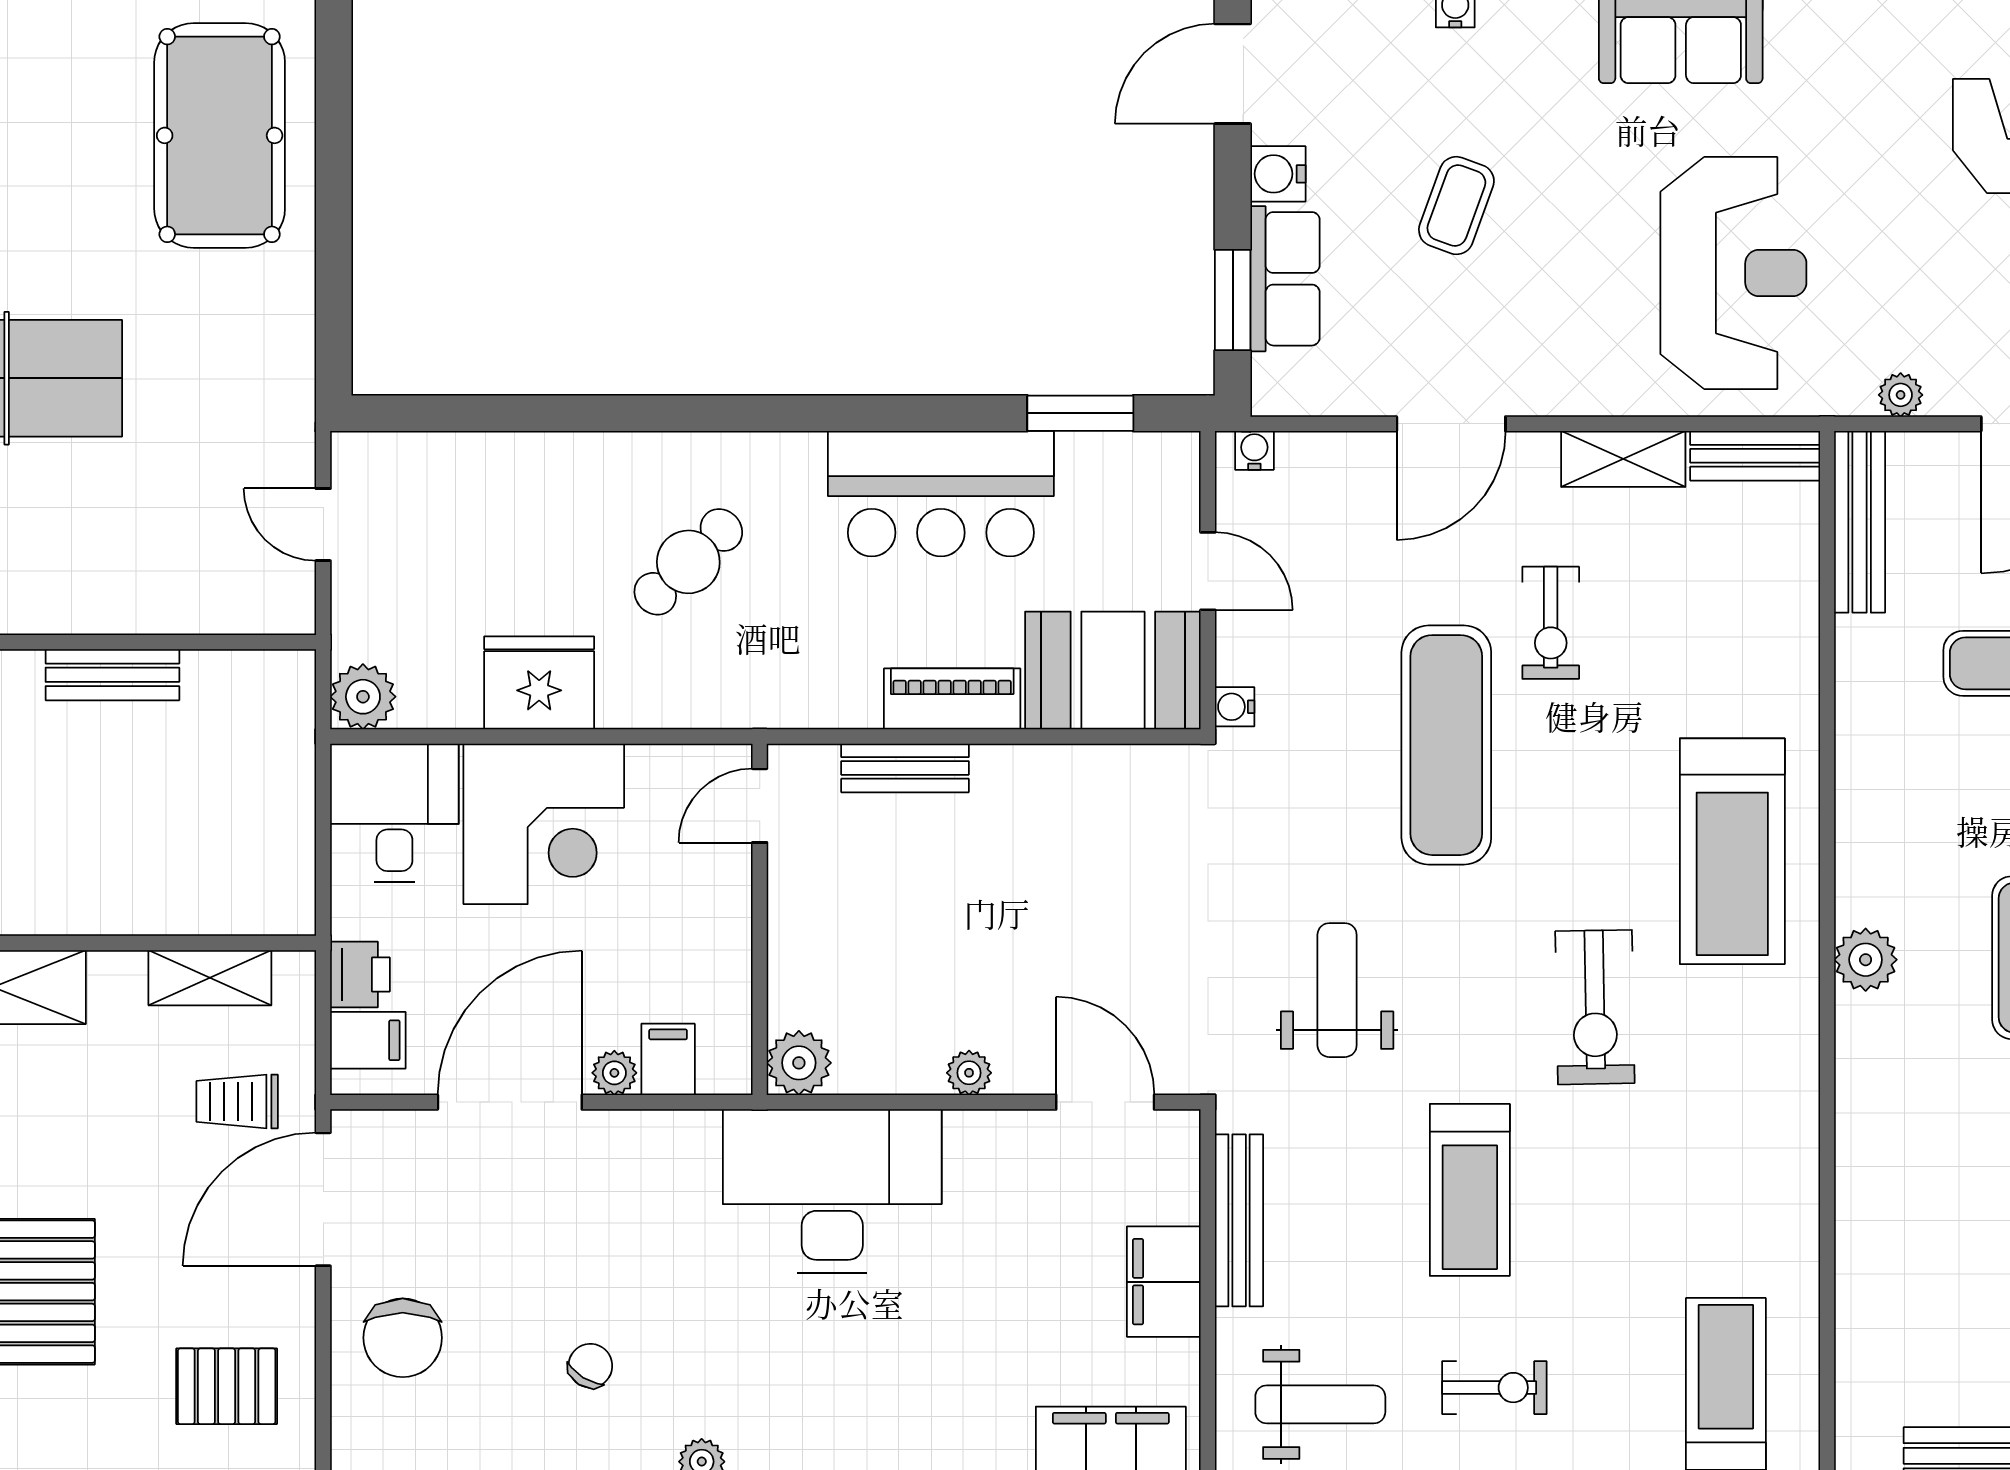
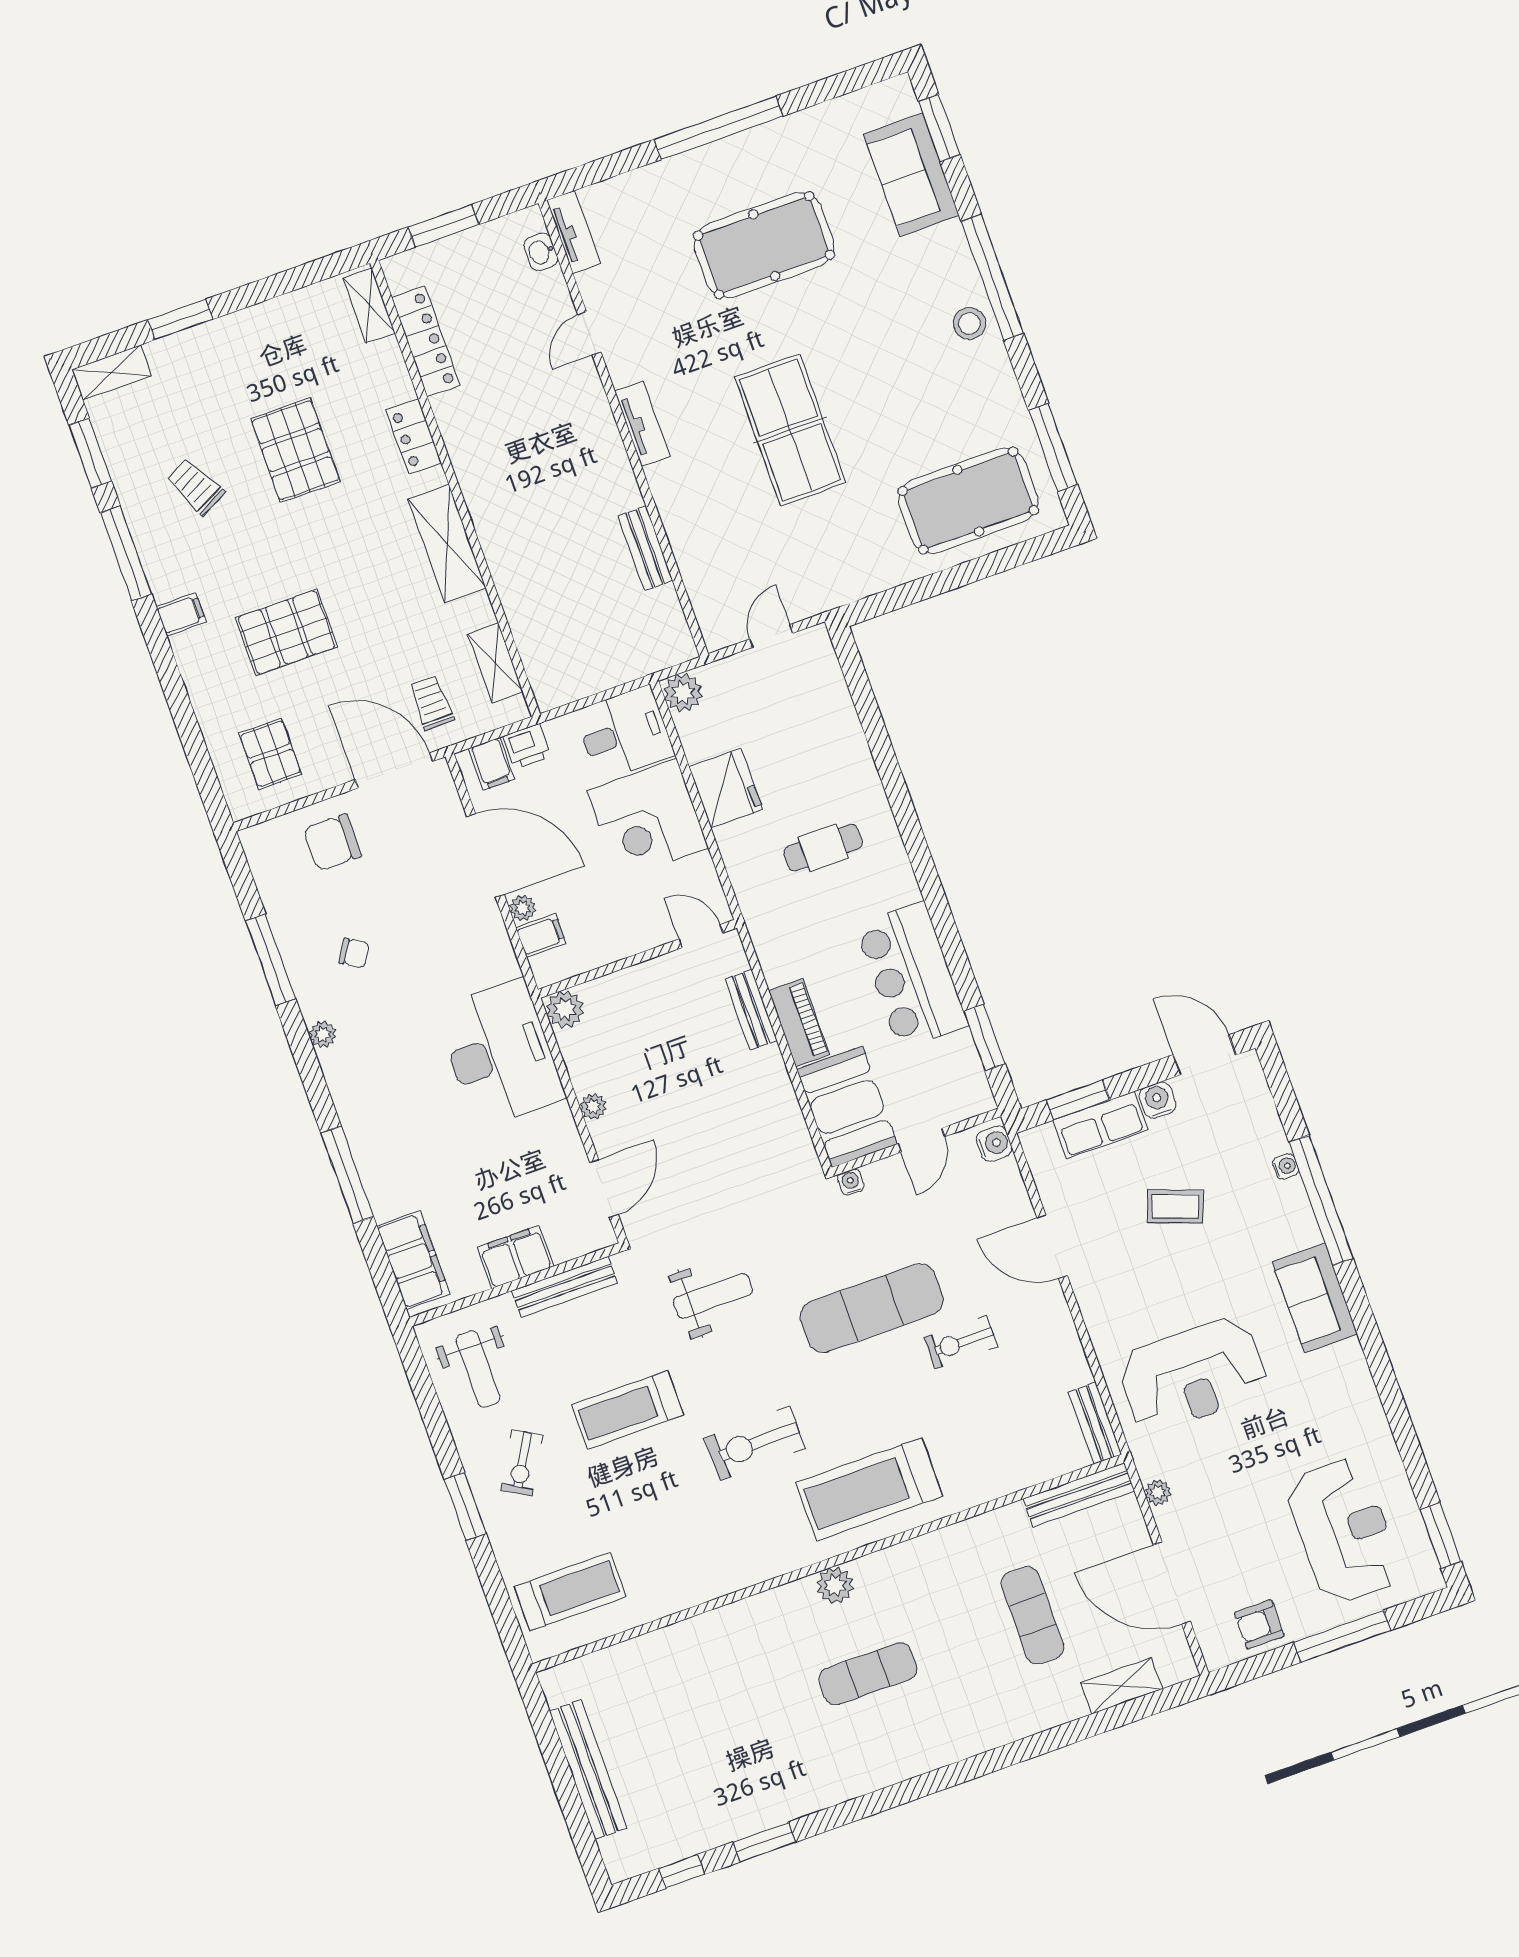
water cooler: (1254, 450) -> (994, 1144), width x1.38, depth x1.38
shelving: (1623, 459) -> (1067, 1350), removed
cafe table: (688, 562) -> (823, 848), turned -46
exercise bike: (1494, 1388) -> (522, 1463), turned 30

